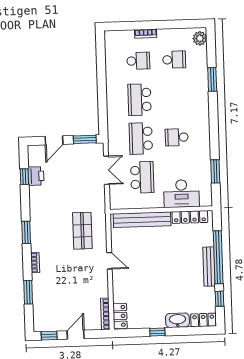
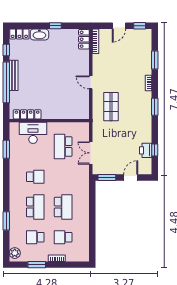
window: (171, 24) -> (37, 265), added
school desk: (141, 138) -> (35, 207), moved
bench: (142, 220) -> (64, 114), removed

